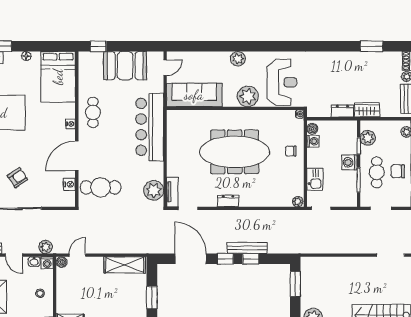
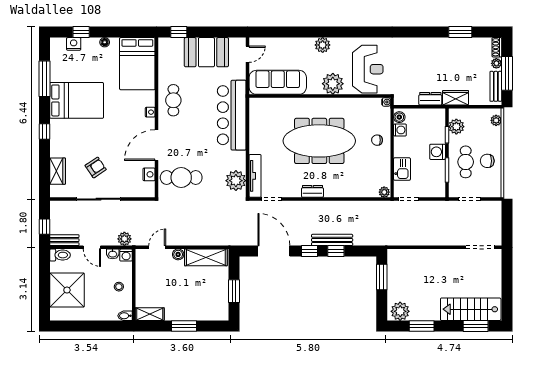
tv unit: (172, 192) -> (255, 176), width x1.41
boiler: (62, 262) -> (178, 254), moved

